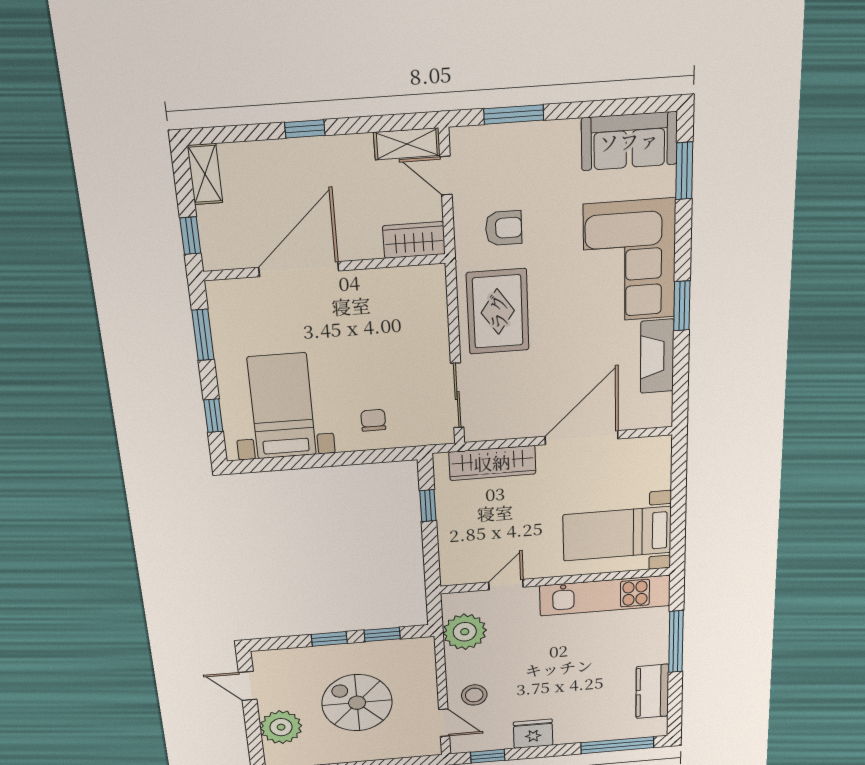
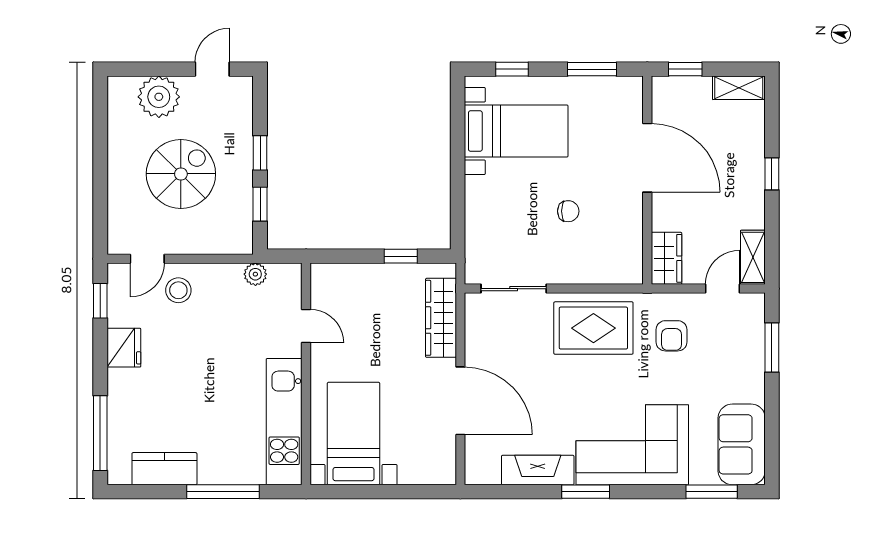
chair: (373, 420) -> (568, 211), moved
plant: (465, 632) -> (255, 274), width x0.53, depth x0.53

